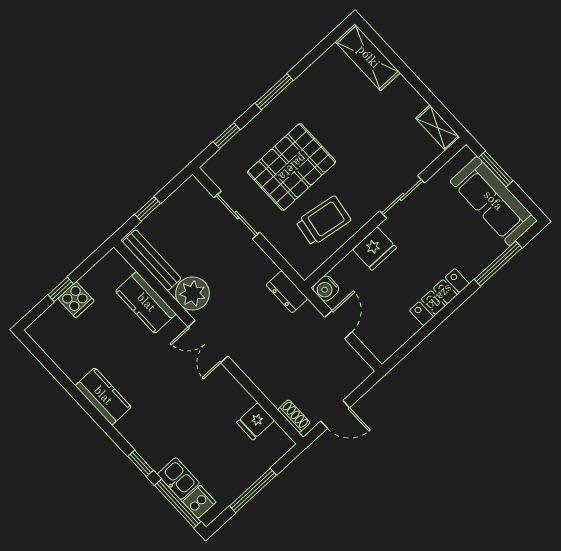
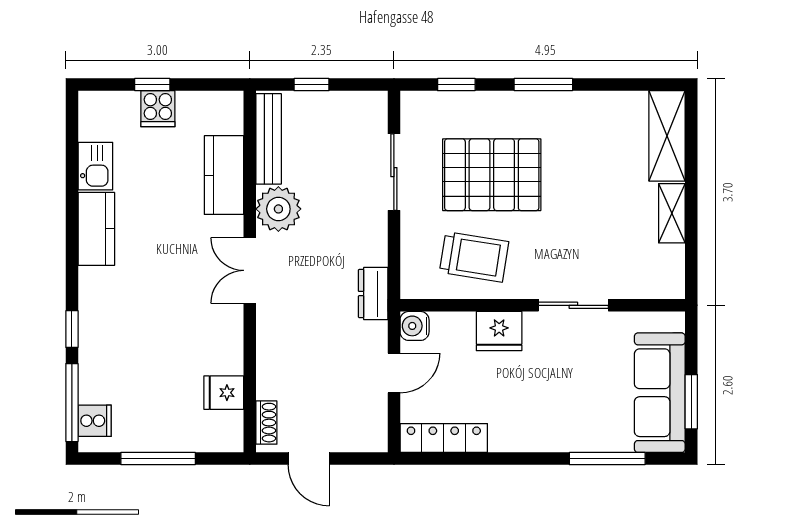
shelving: (438, 128) -> (672, 213), moved
window: (496, 169) -> (691, 402), moved
locker: (439, 297) -> (444, 438), moved
kitchen sink: (178, 479) -> (95, 166), moved

